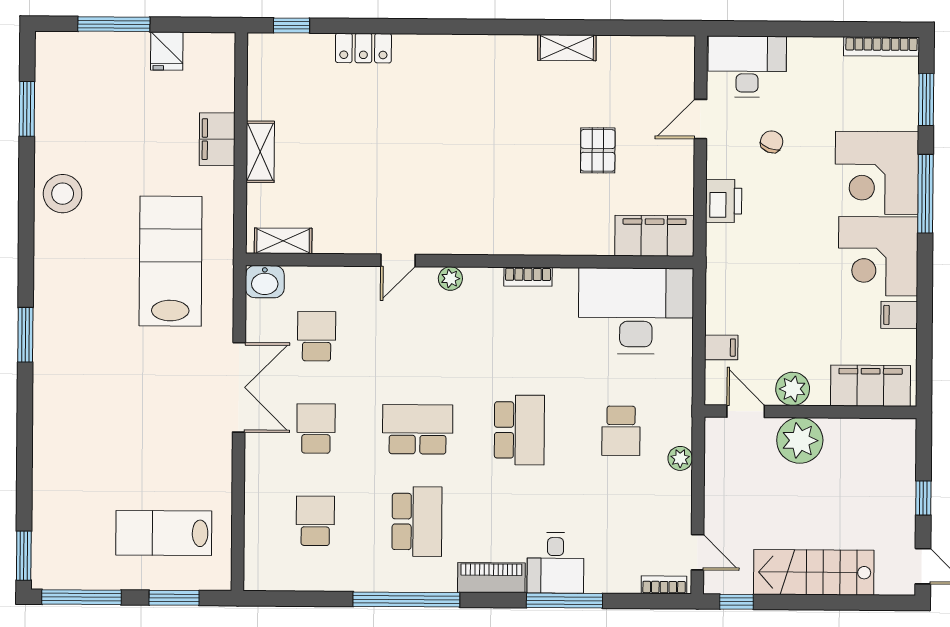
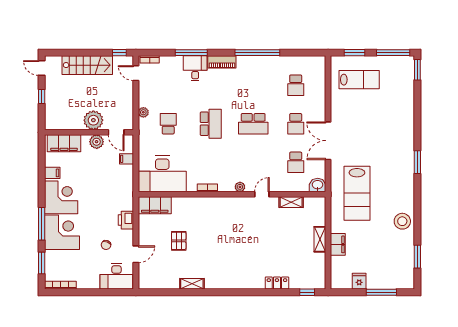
shelving: (283, 241) -> (291, 202), moved
school desk: (519, 430) -> (211, 124), turned 180
school desk: (417, 522) -> (253, 85), removed

